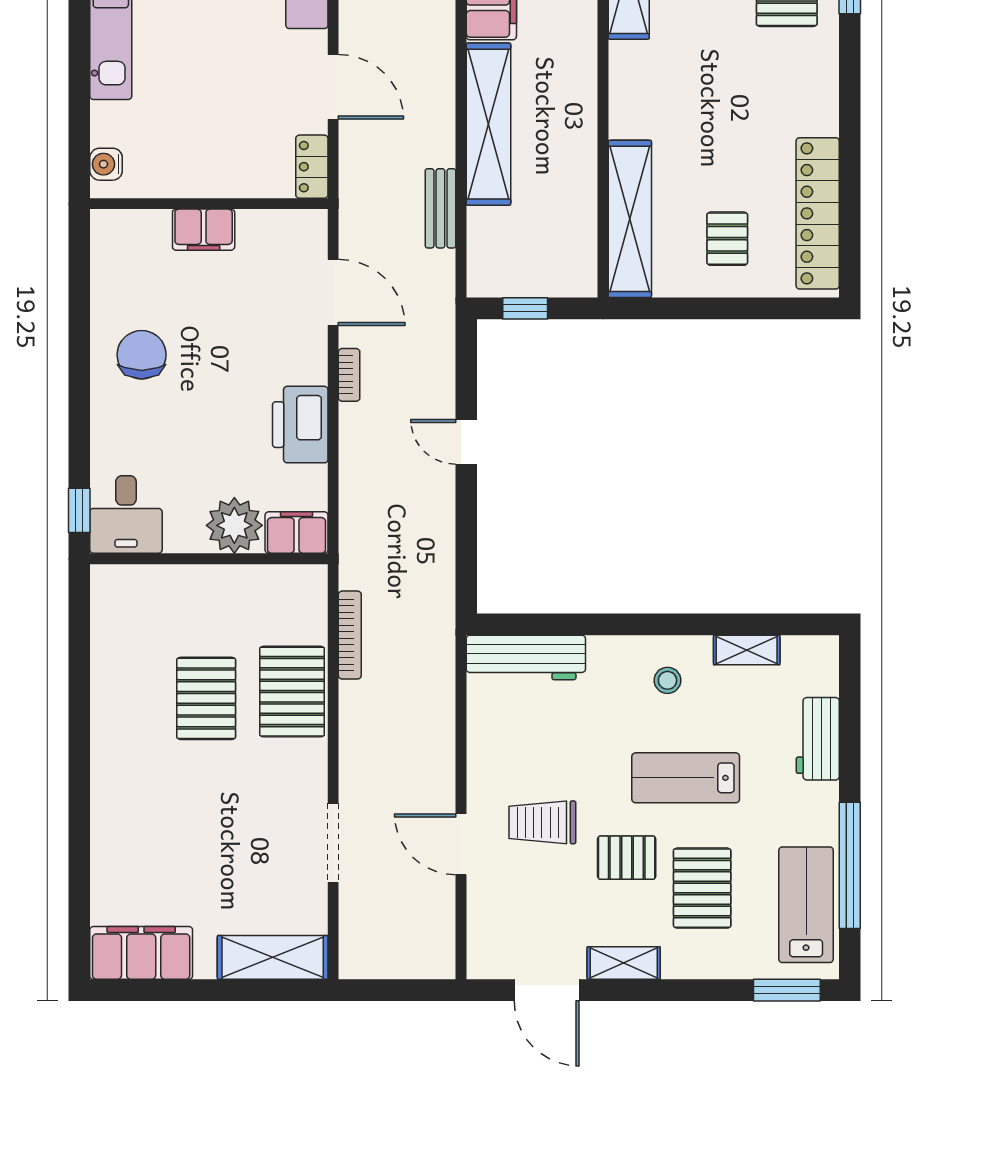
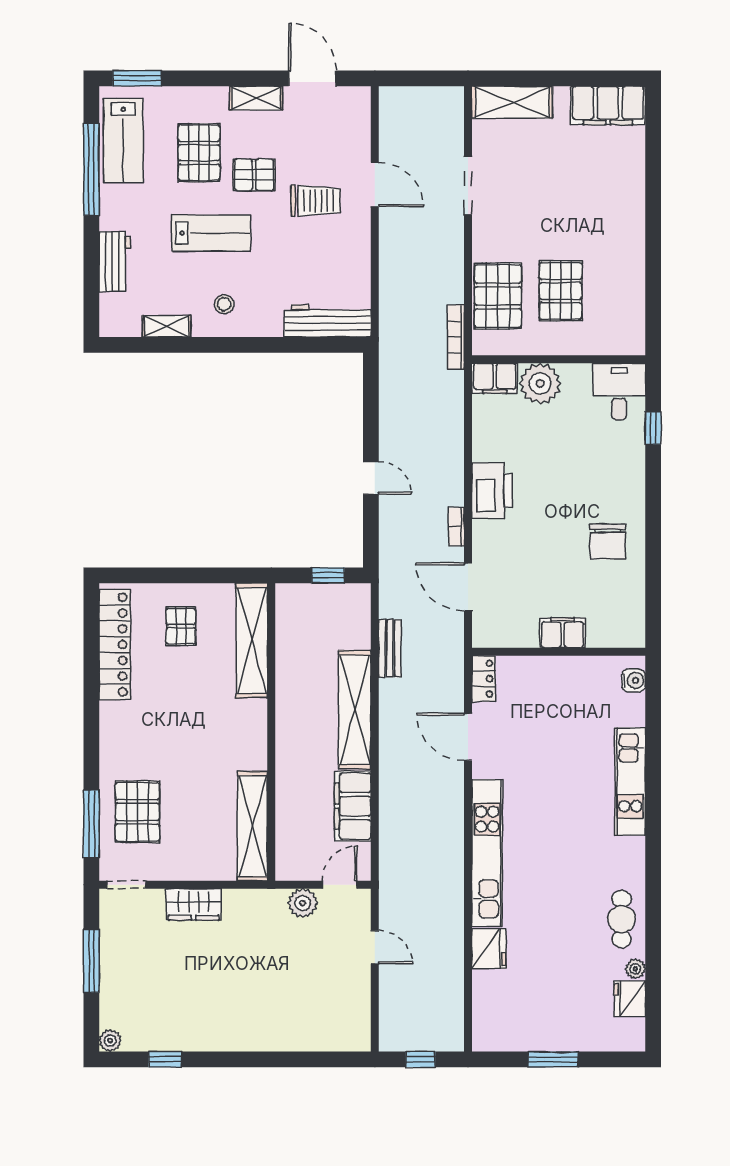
desk: (126, 515) -> (619, 391), moved
plant: (234, 525) -> (540, 383), moved
filing cabinet: (297, 532) -> (495, 378), moved
wall: (209, 559) -> (559, 359), moved

